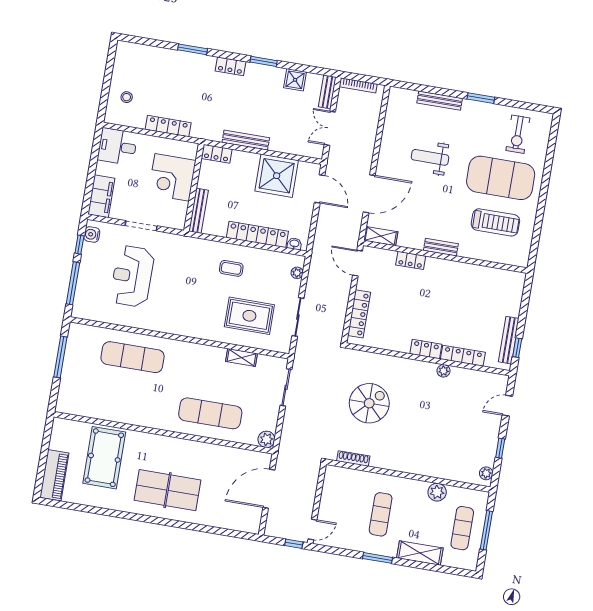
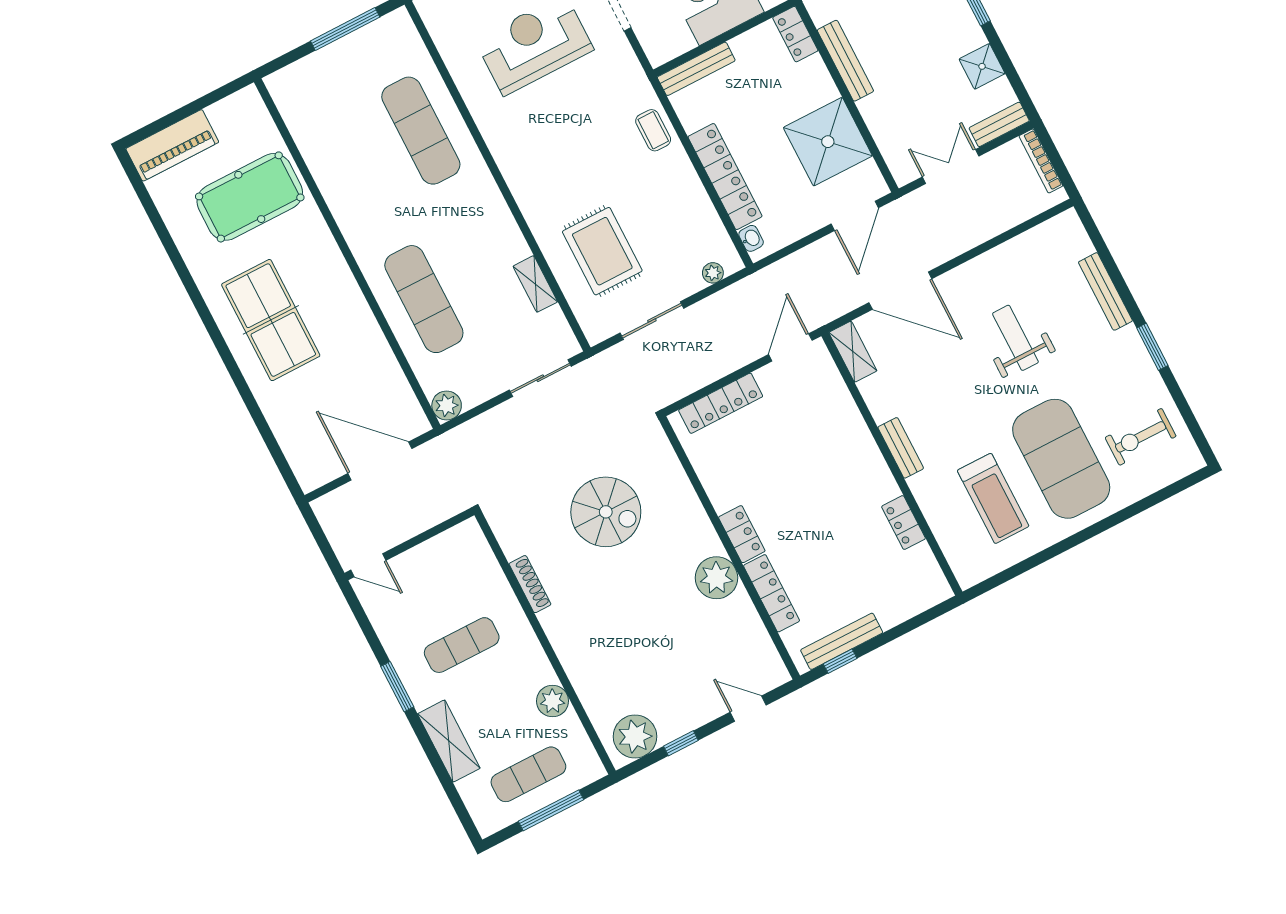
locker: (411, 260) -> (903, 523), moved
coffee table: (231, 268) -> (653, 130), moved
plant: (443, 371) -> (716, 578), width x1.87, depth x1.87
shoe rack: (353, 459) -> (530, 584), moved
plant: (486, 473) -> (635, 737), width x1.87, depth x1.87
window: (294, 544) -> (329, 554), removed

